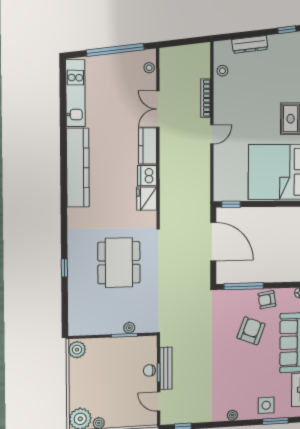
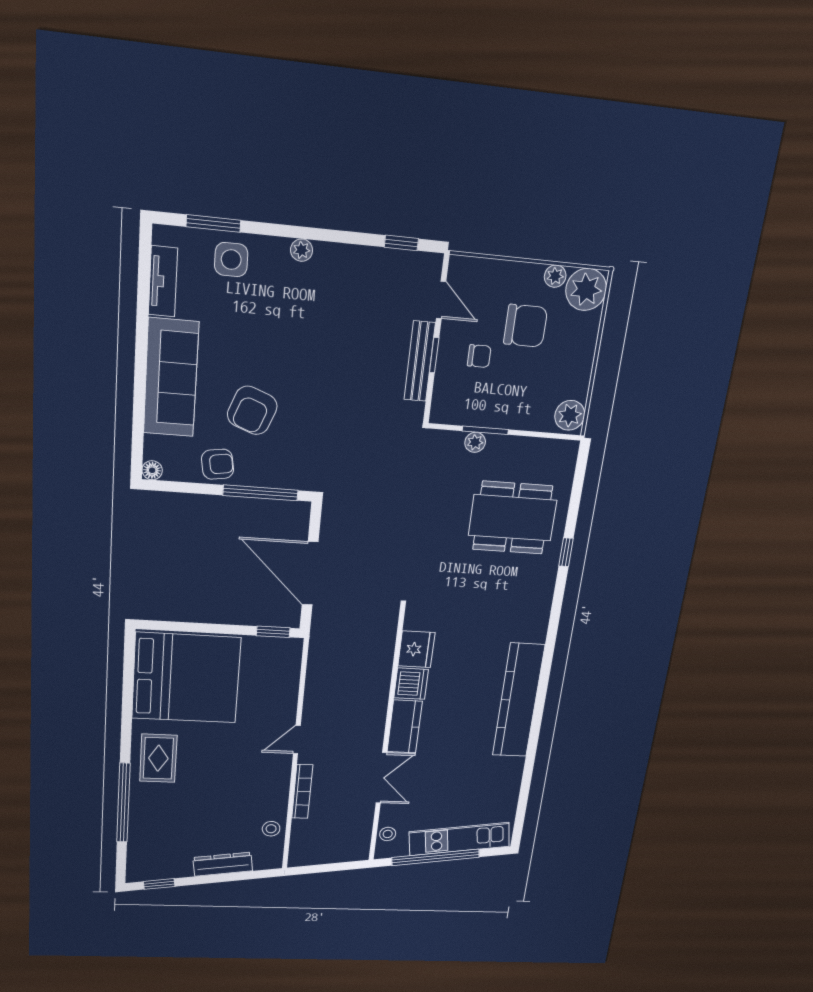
kitchen unit: (76, 93) -> (459, 839), moved, turned 82
dining table: (119, 263) -> (513, 518), moved, turned 90
chair: (149, 370) -> (479, 356), moved
chair: (111, 395) -> (526, 326), added

